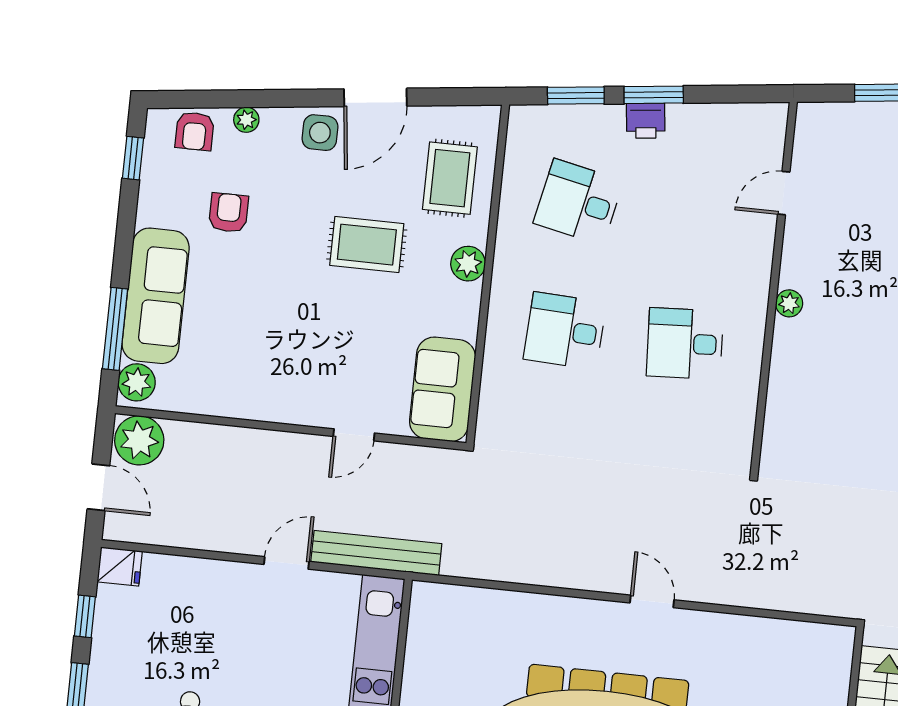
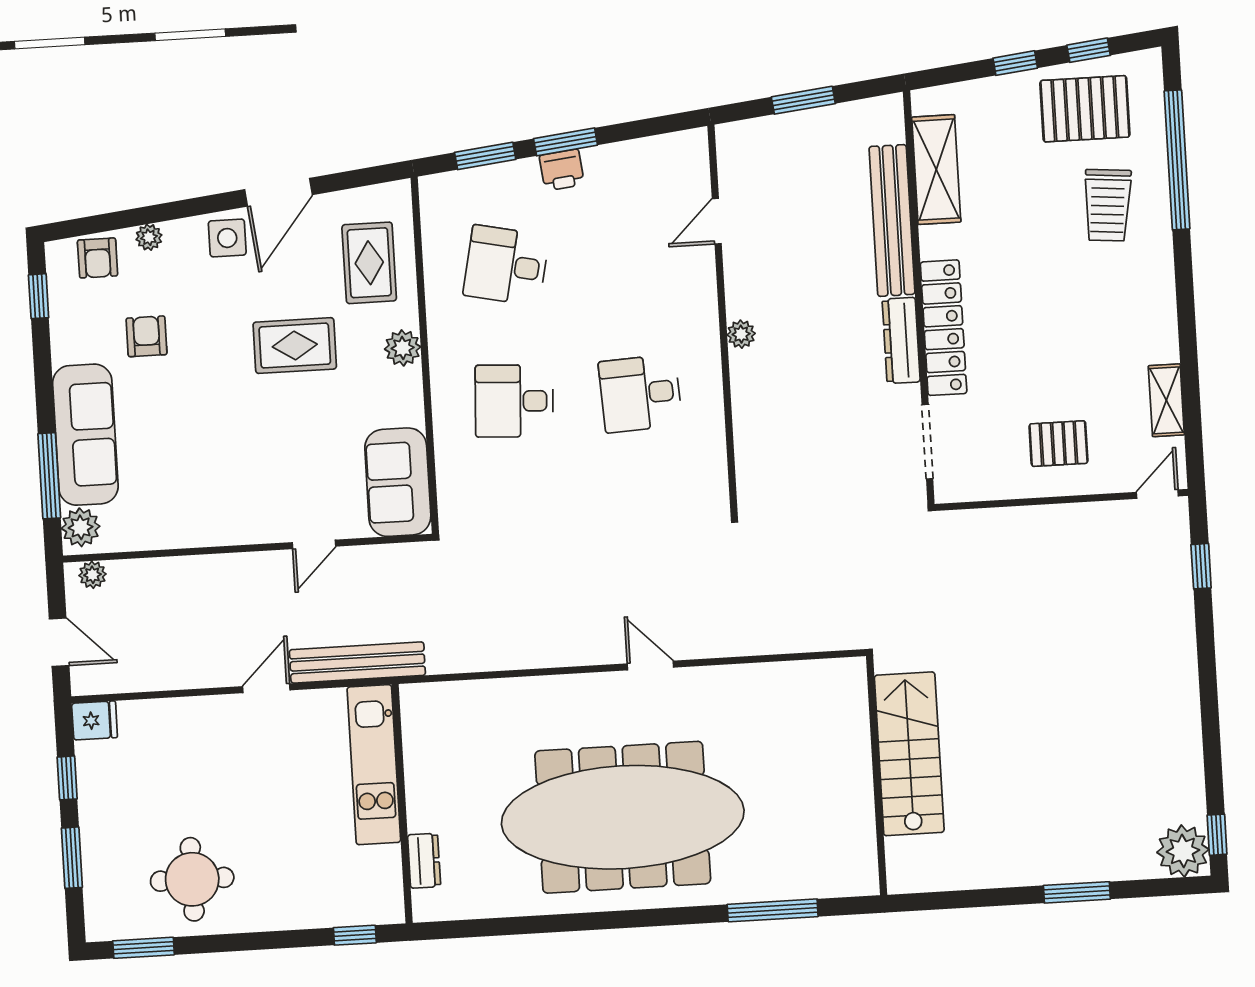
plant: (139, 440) -> (92, 575), width x0.53, depth x0.53

